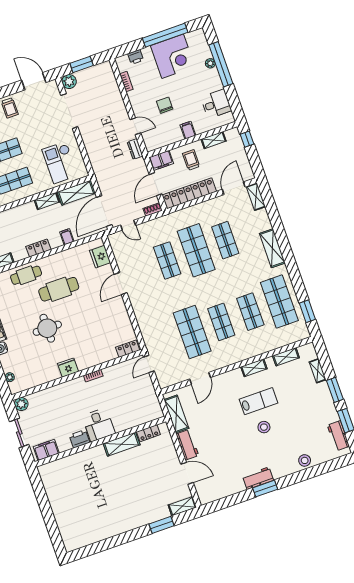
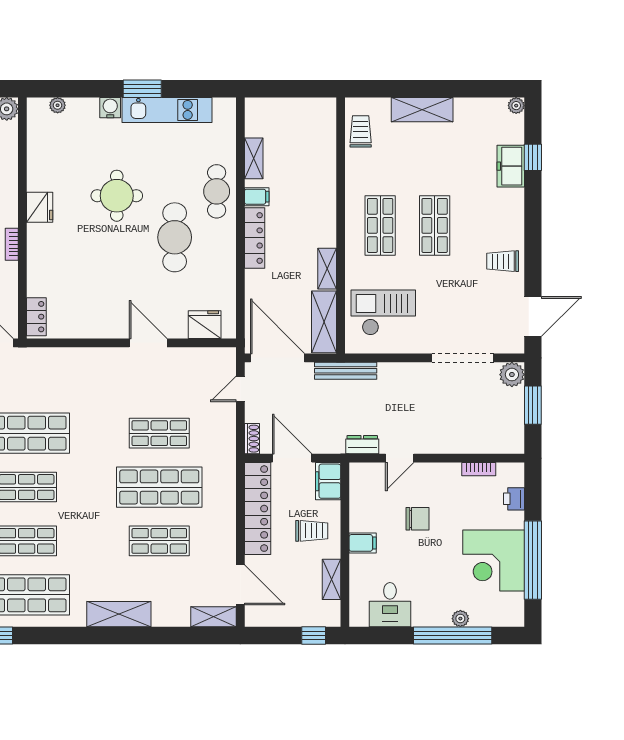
bench: (98, 172) -> (346, 371), added
filing cabinet: (67, 237) -> (257, 197), moved
locker: (38, 248) -> (255, 238), width x1.53

